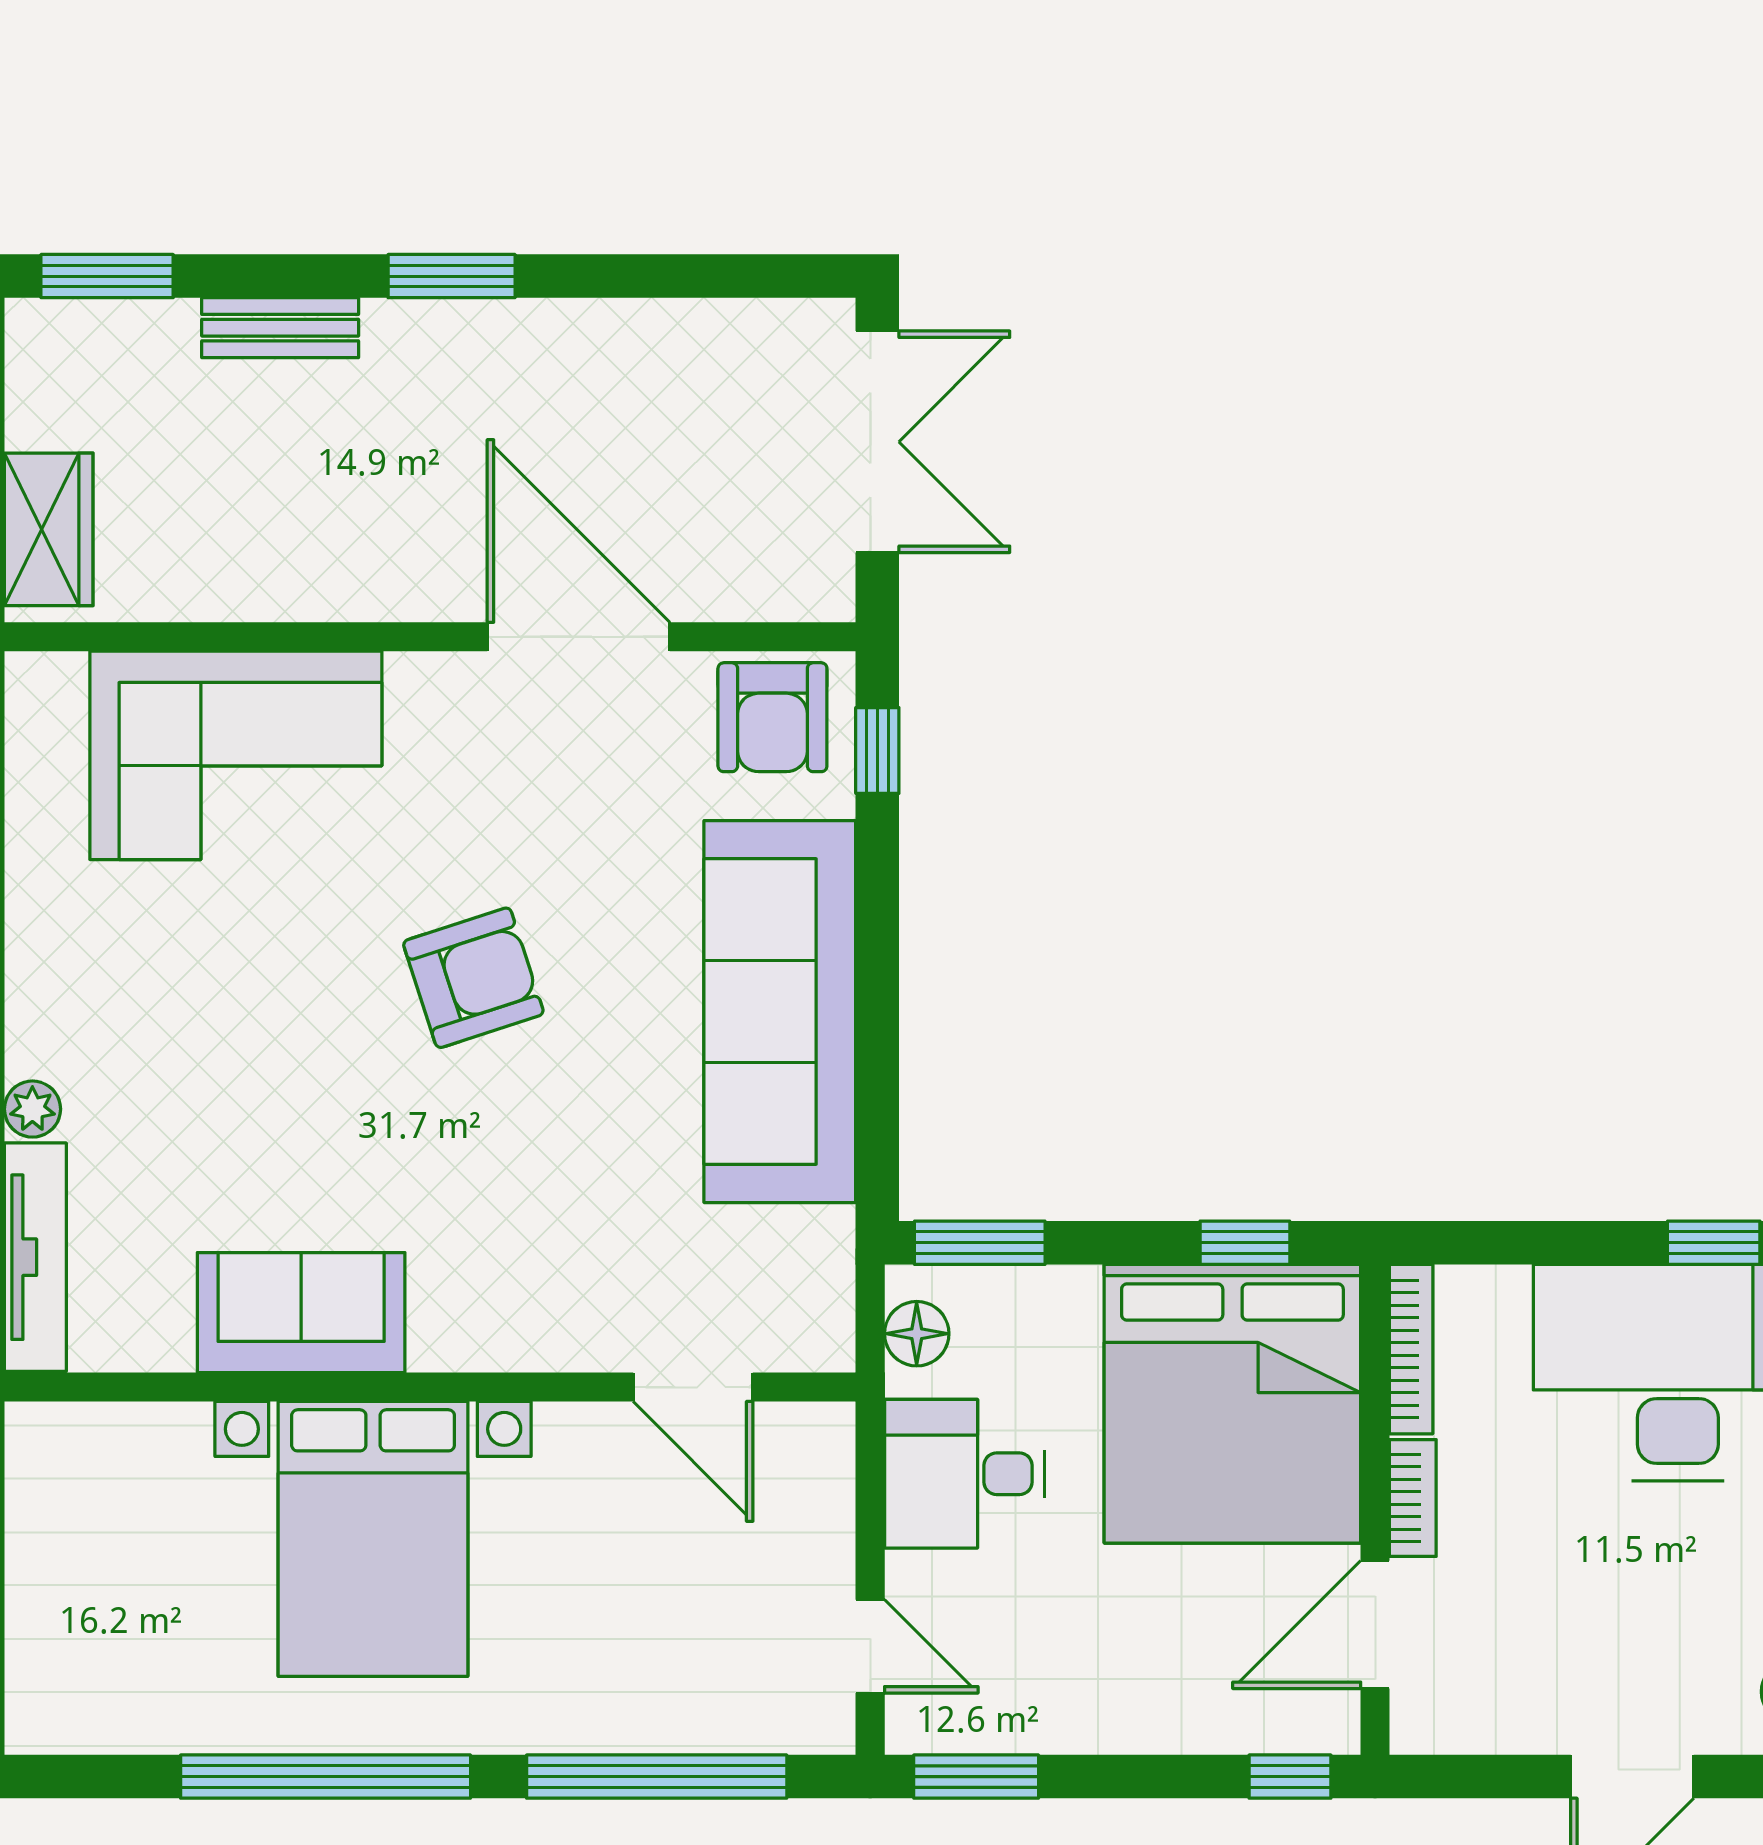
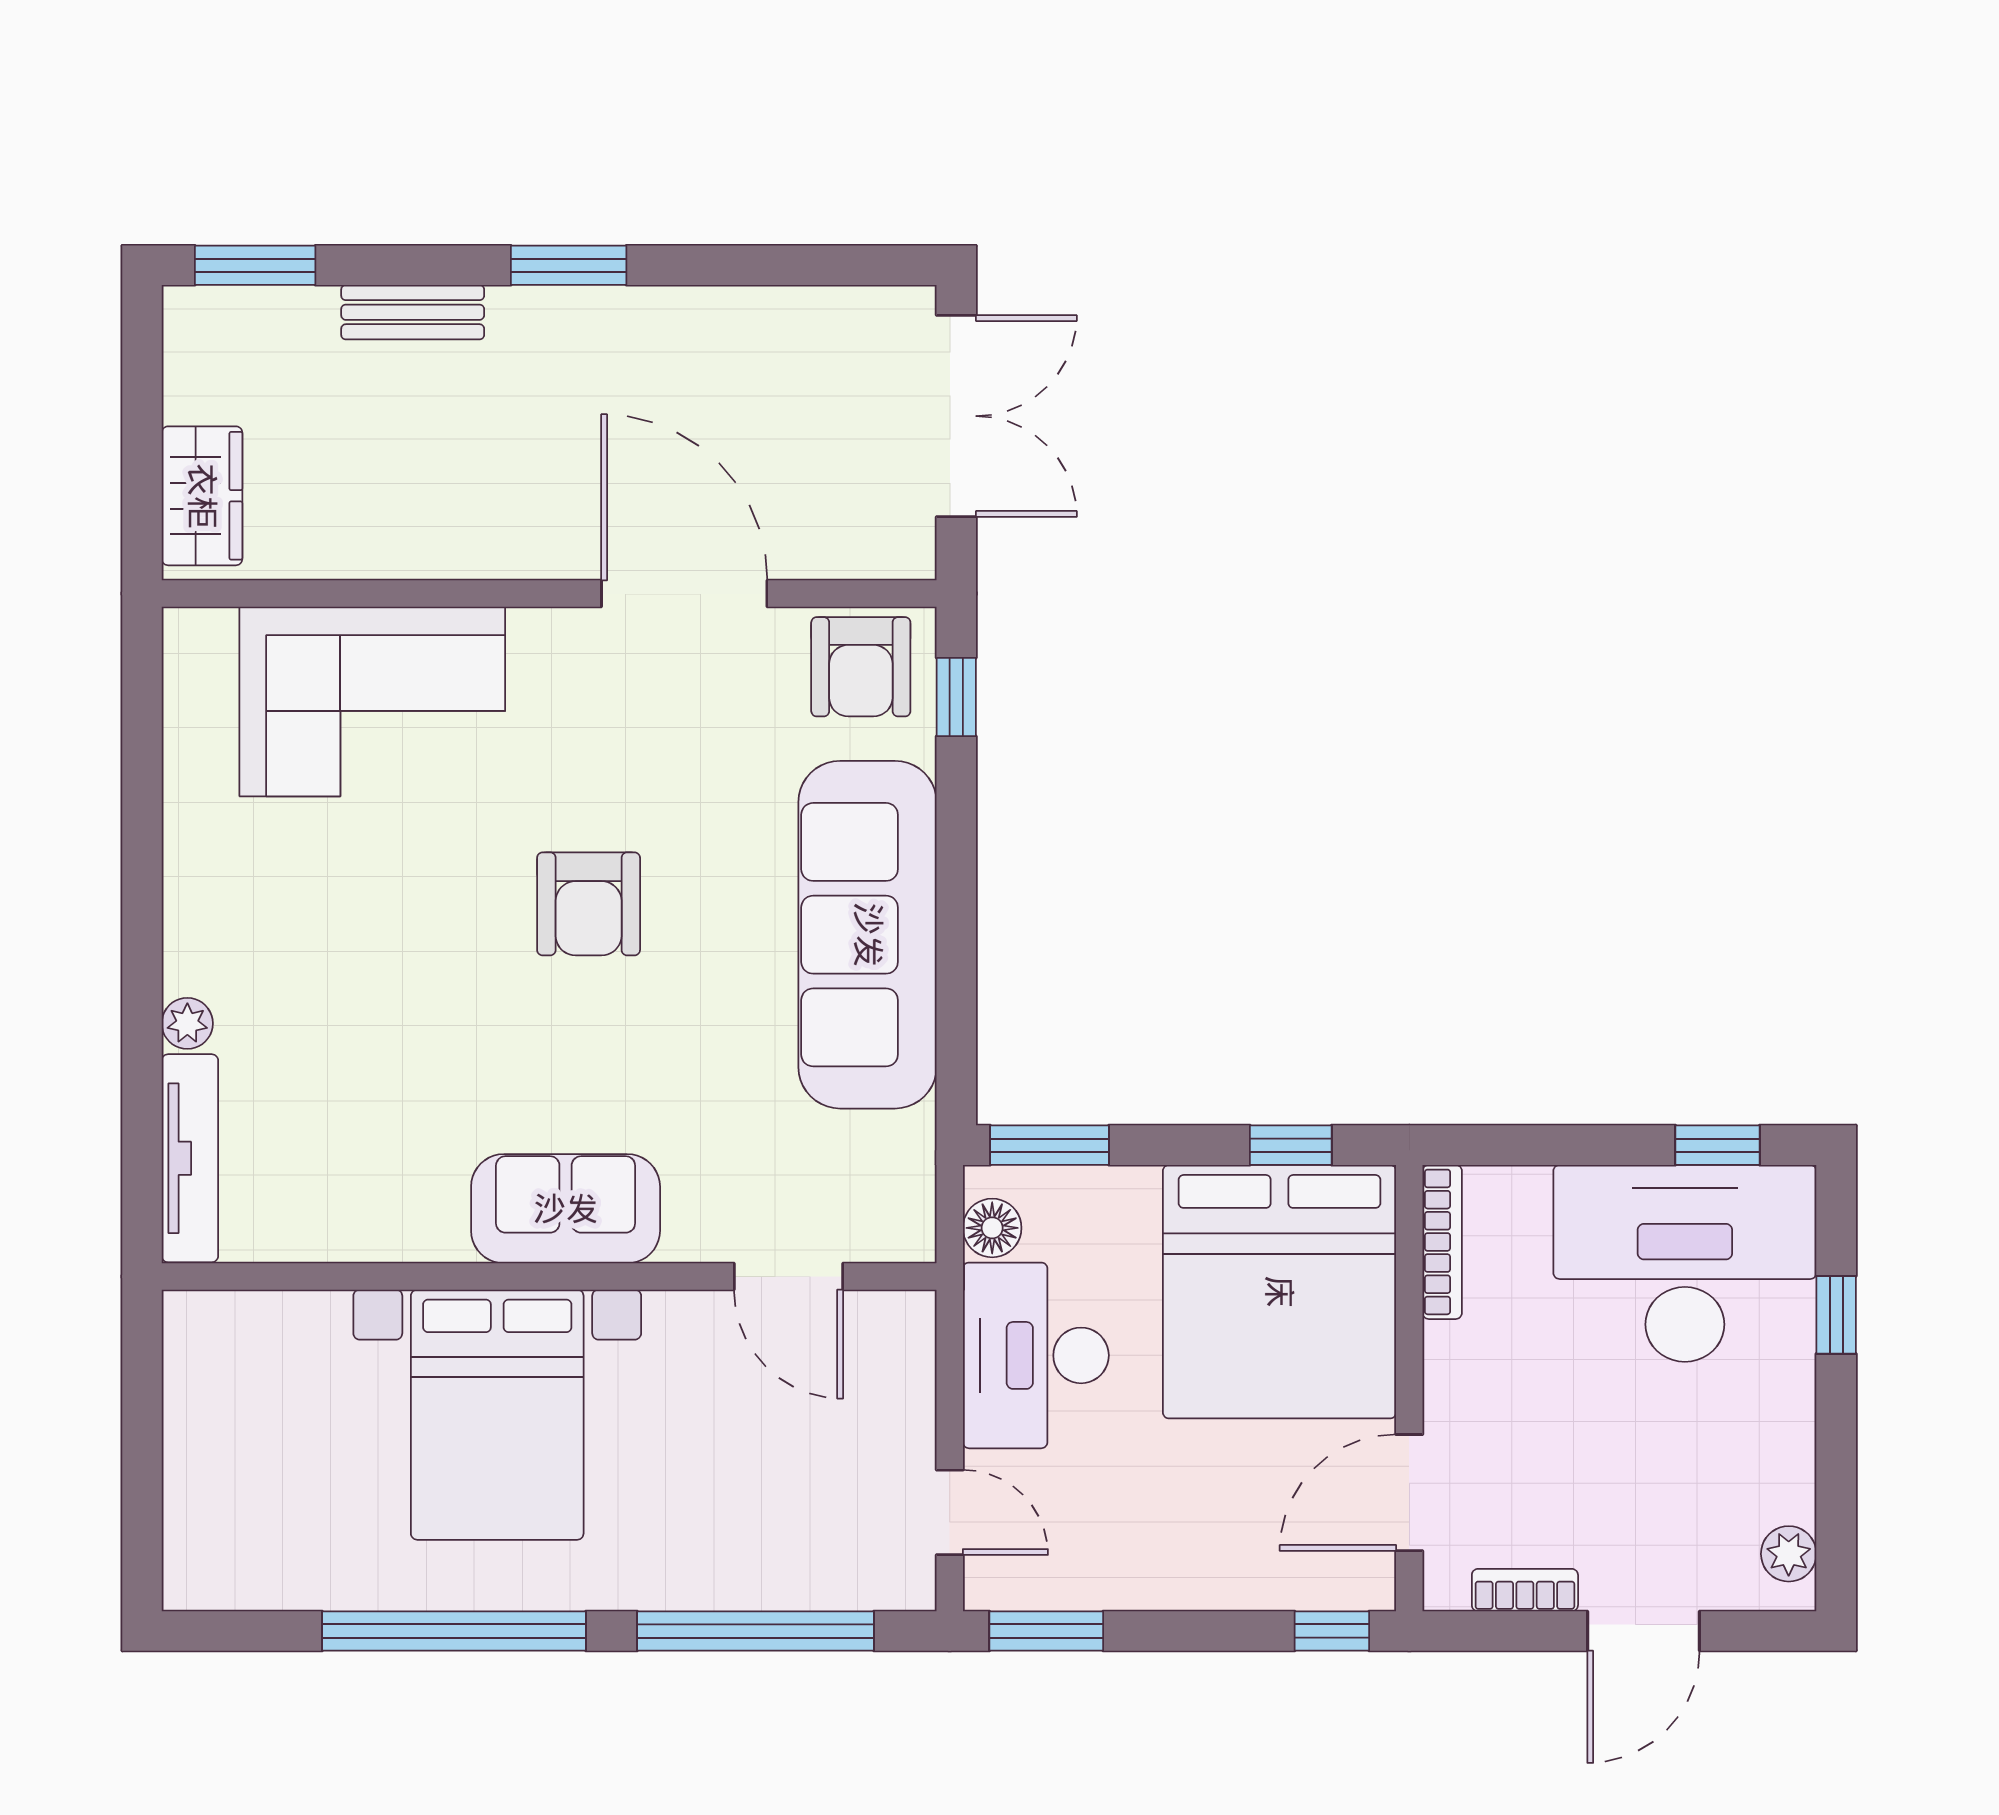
armchair: (473, 978) -> (589, 904), turned 108
sofa: (301, 1313) -> (566, 1209), moved
desk: (965, 1474) -> (1036, 1355), width x1.37
bookcase: (1413, 1498) -> (1525, 1590), moved, turned -90

